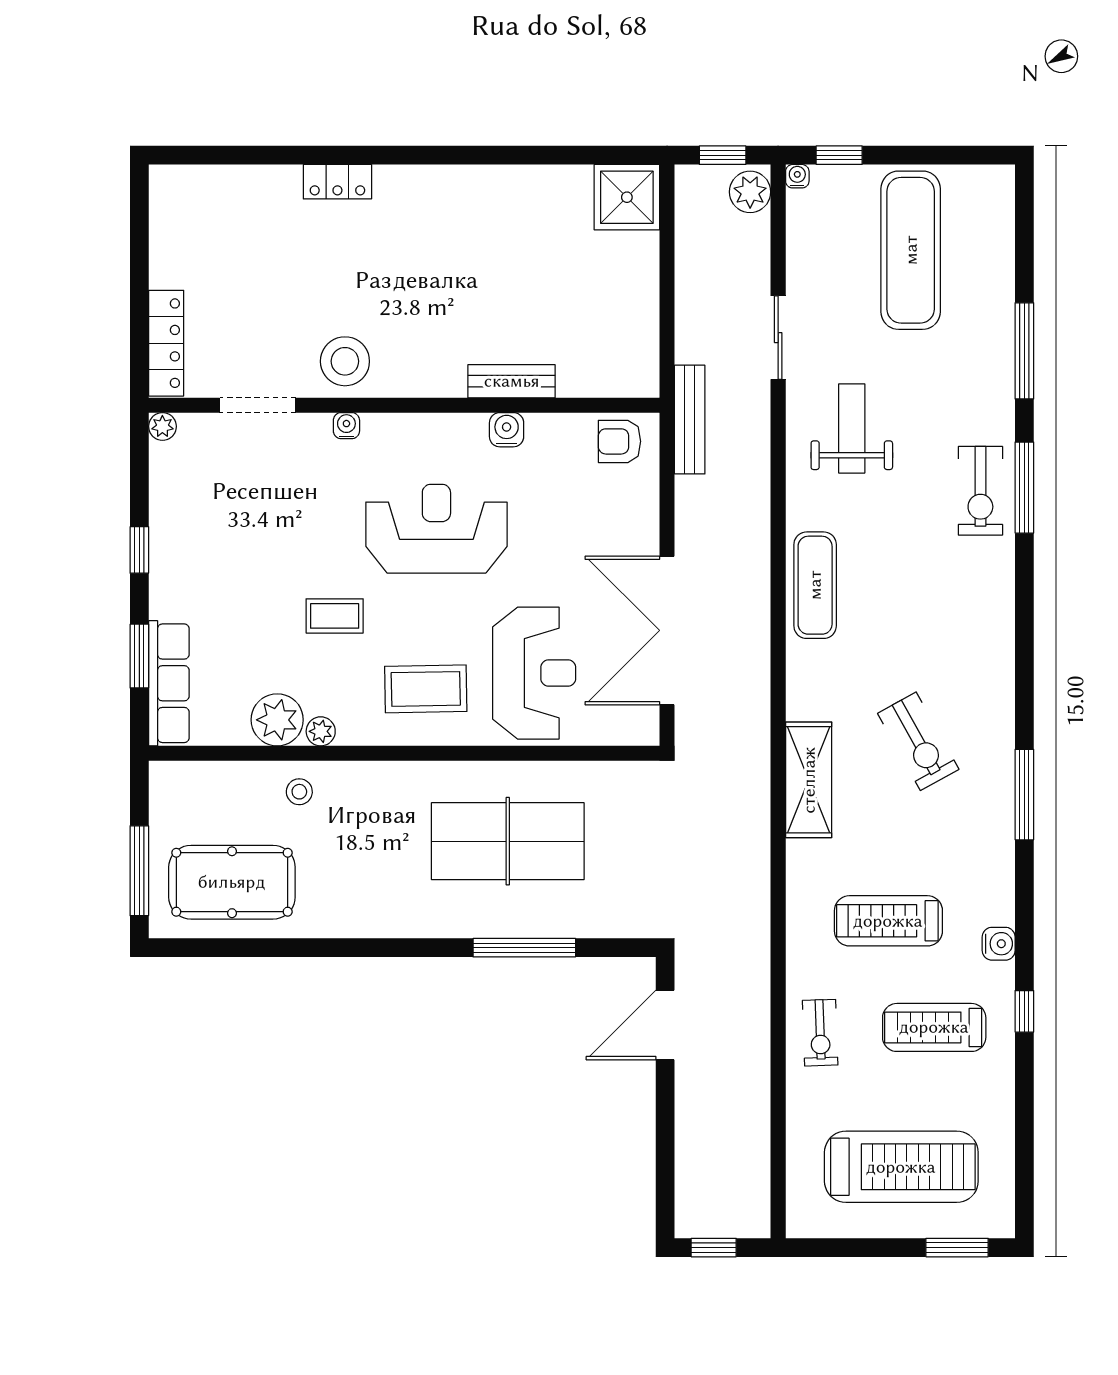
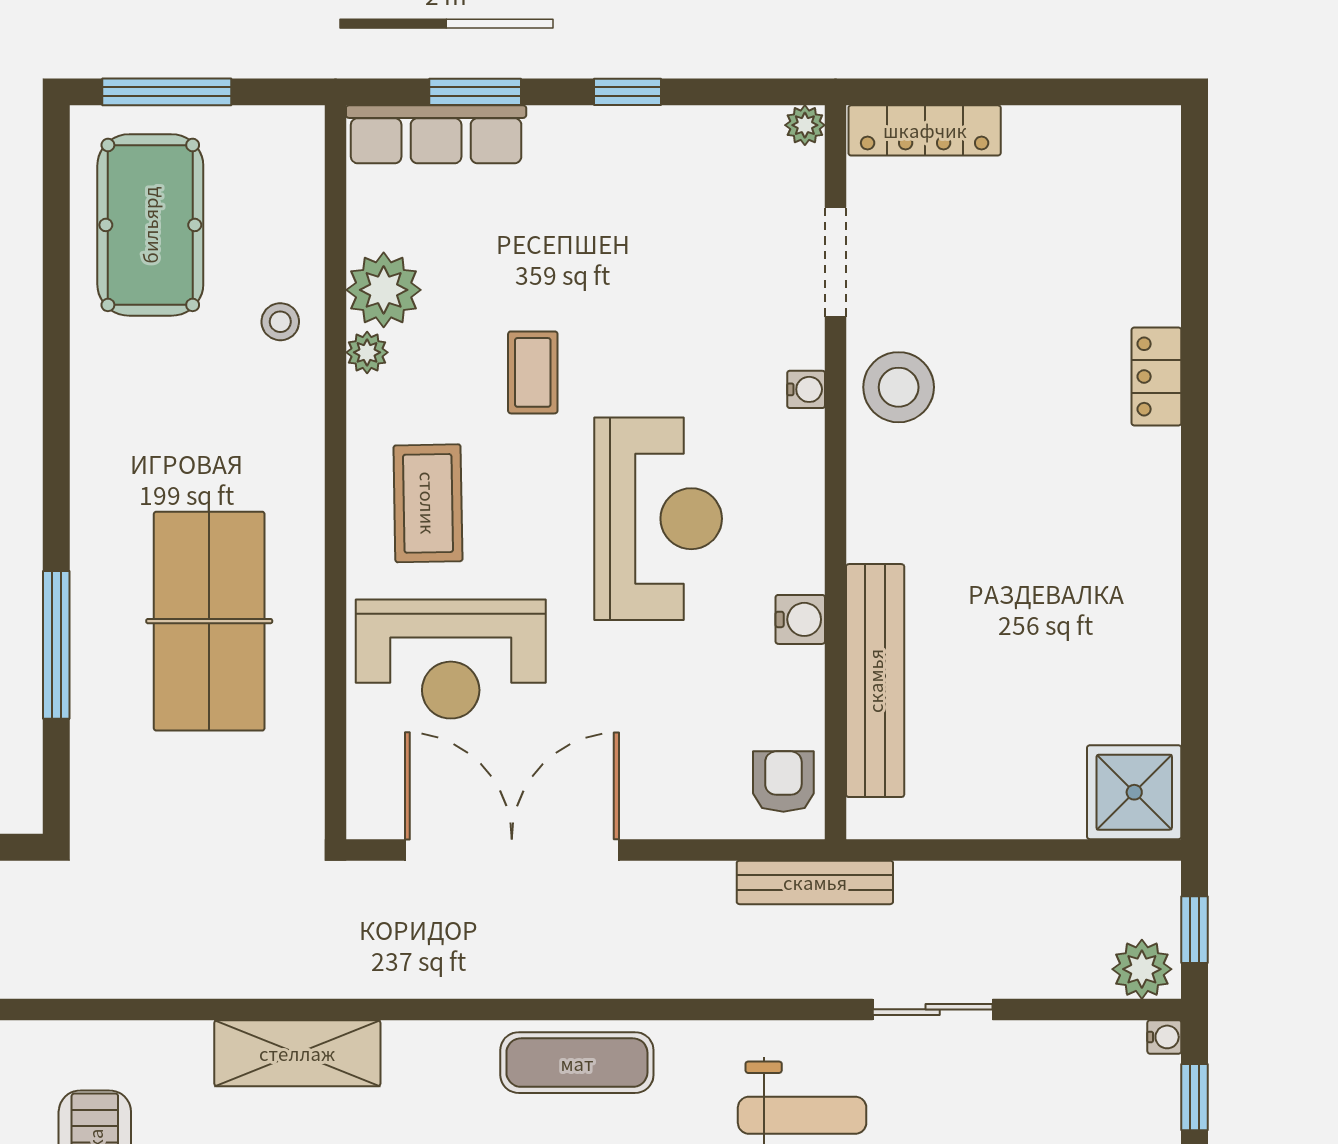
bench: (512, 381) -> (875, 681), width x1.86, depth x1.21

